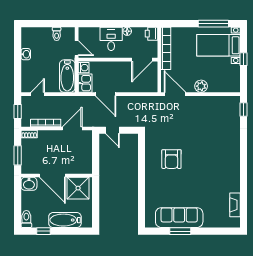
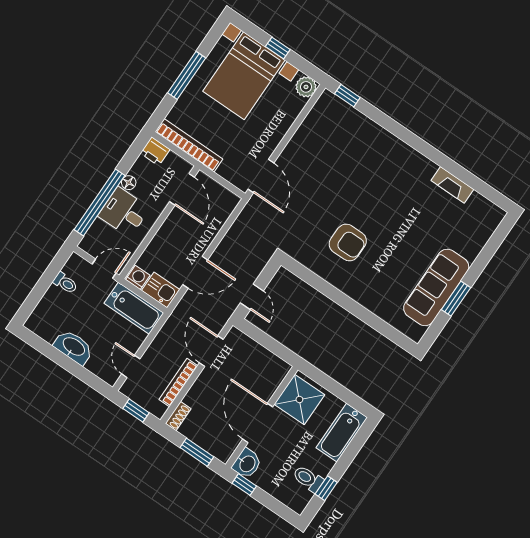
window: (108, 24) -> (99, 202), added
window: (213, 24) -> (187, 75), moved
bed with nightstands: (218, 45) -> (244, 76), width x1.36
washbasin: (26, 54) -> (73, 347), width x1.91, depth x1.45
plant: (201, 86) -> (306, 87), moved
door: (175, 94) -> (261, 176), swing flipped
door: (112, 130) -> (252, 297), hinge flipped
door: (52, 175) -> (258, 423), swing flipped
window: (18, 190) -> (244, 485), added
fireplace: (235, 205) -> (452, 185), moved
toilet: (26, 219) -> (308, 479), moved
bathtub: (65, 220) -> (342, 433), moved

